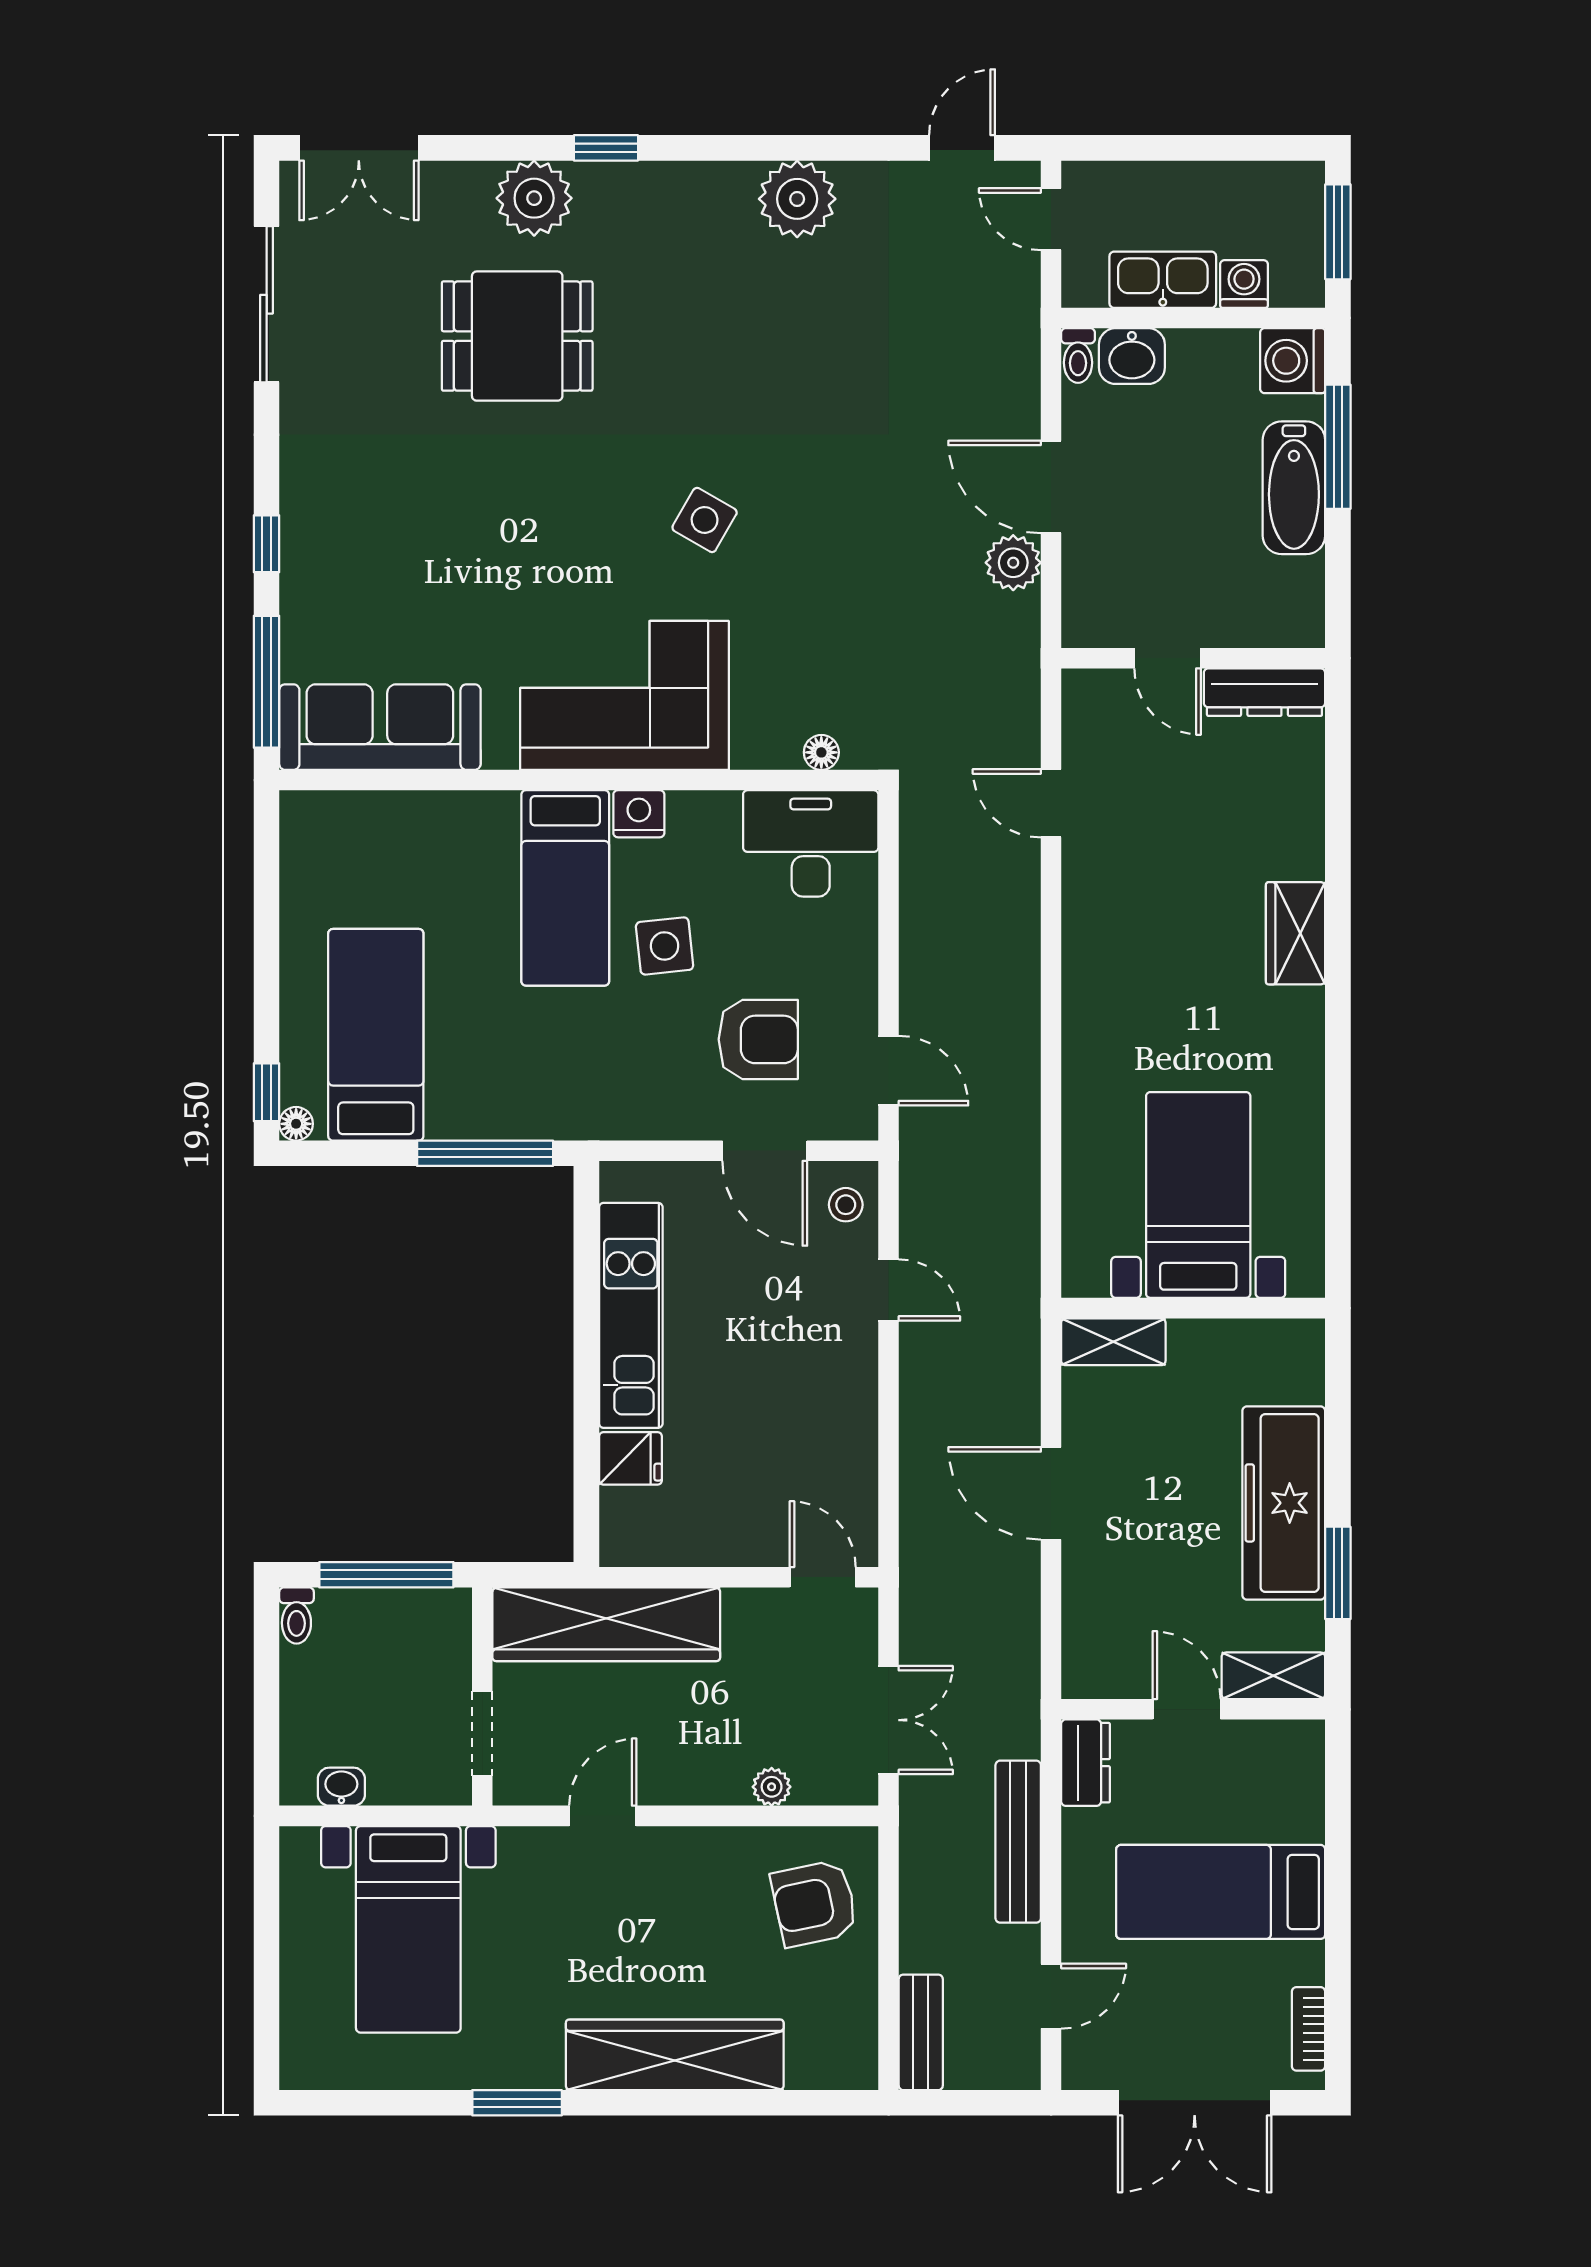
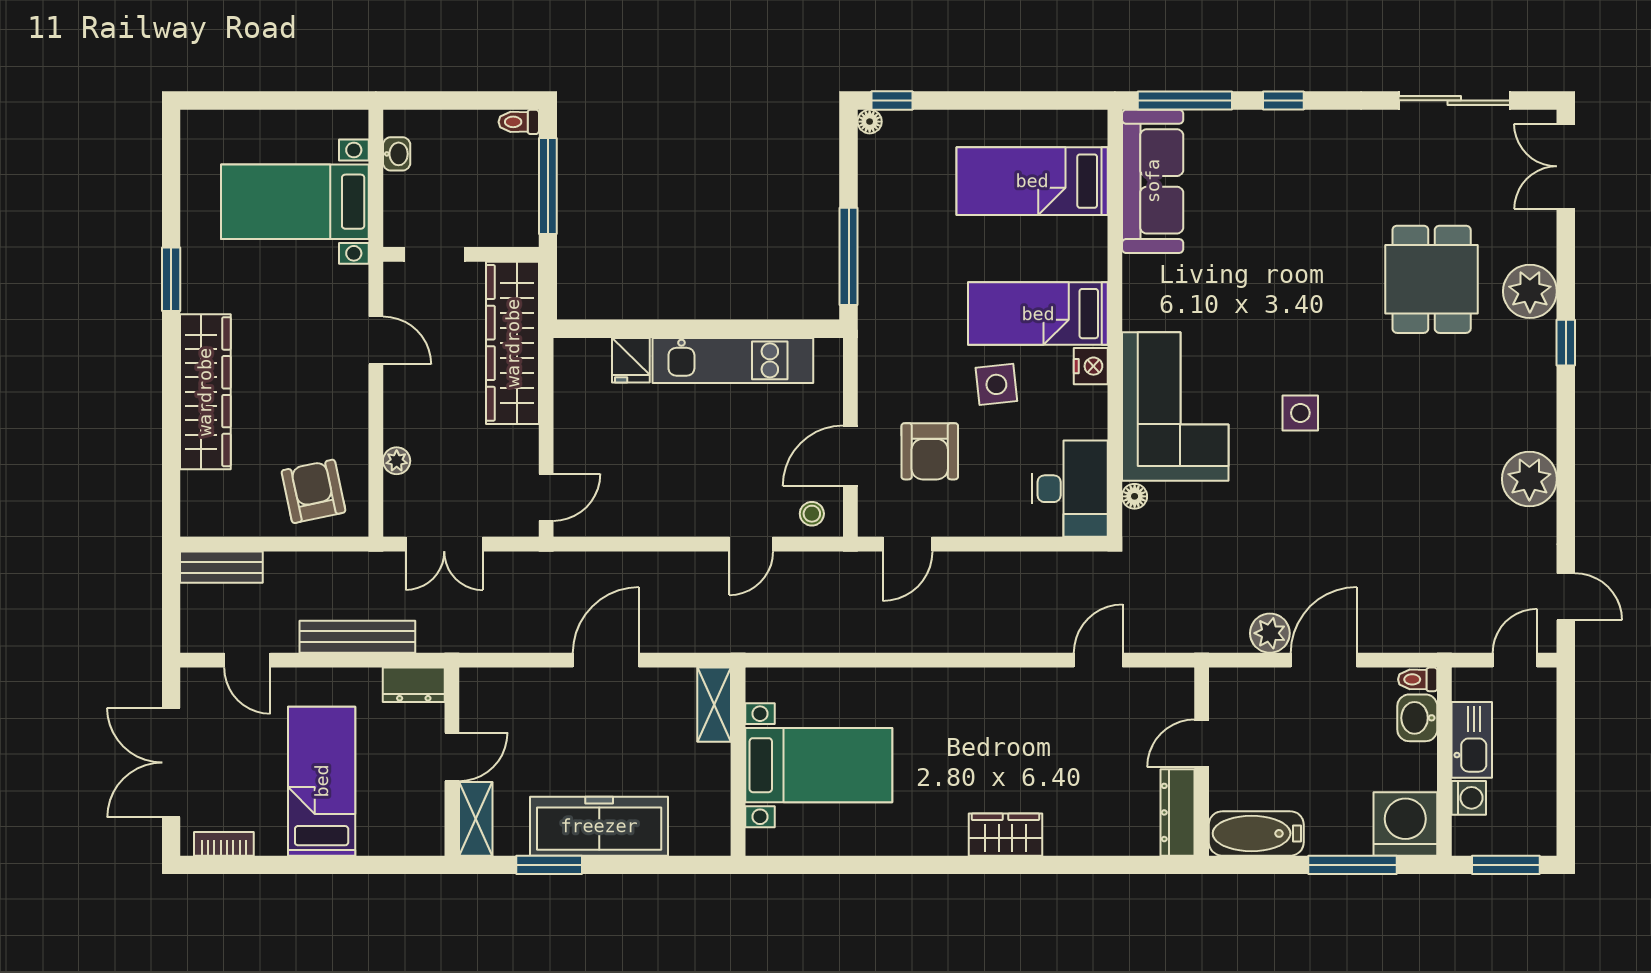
washing machine: (1293, 361) -> (1405, 824), width x1.37, depth x1.37
bathtub: (1294, 488) -> (1256, 833), moved
side table: (705, 520) -> (1300, 413), turned -30
corner sofa: (625, 695) -> (1175, 406), moved
bed: (376, 1035) -> (1032, 181), moved, turned 180

